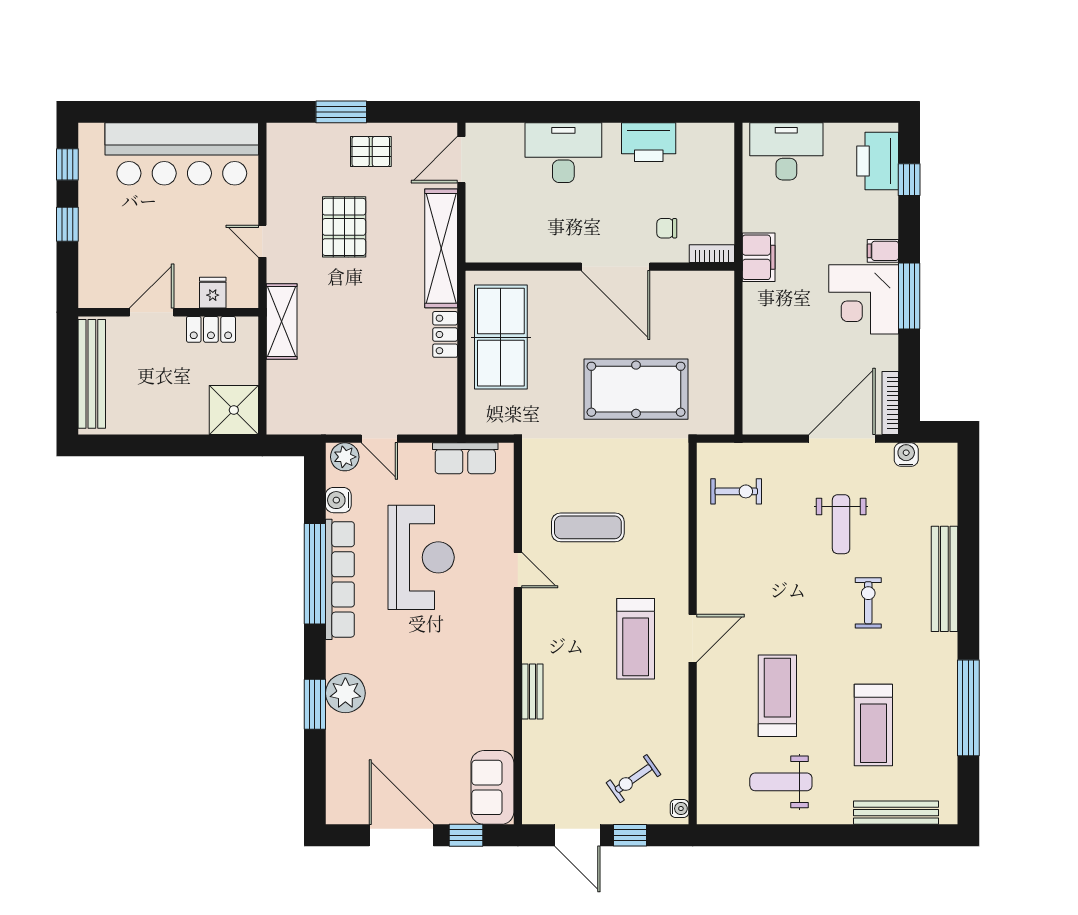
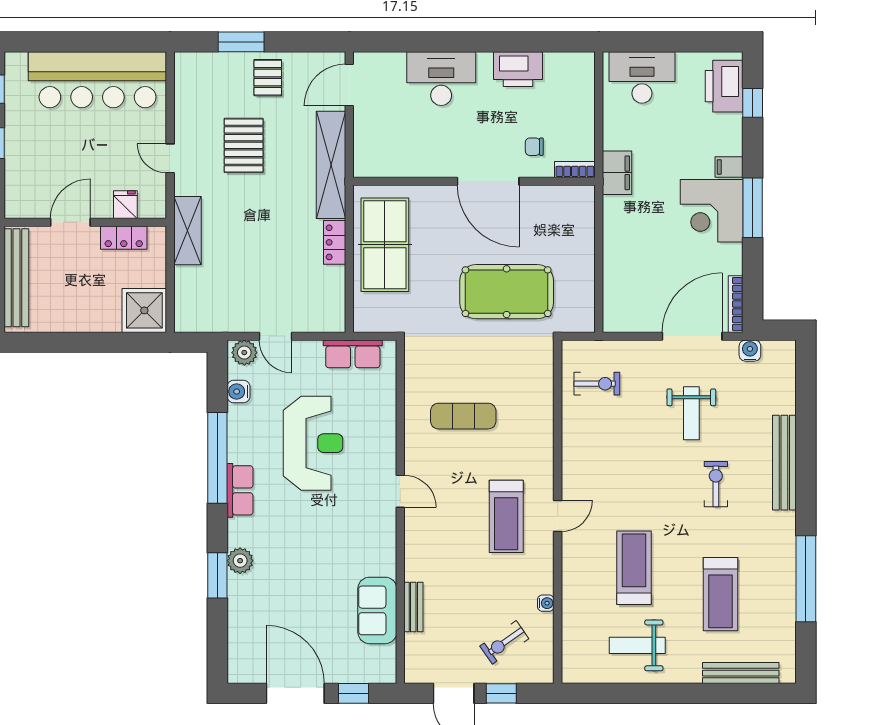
pallet: (371, 151) -> (268, 78), turned 90
door: (518, 570) -> (400, 491), moved
row of seats: (340, 579) -> (240, 490), width x0.50
door: (693, 638) -> (558, 516), width x0.73
bench: (532, 691) -> (413, 607), moved
plant: (345, 693) -> (240, 561), width x0.73, depth x0.73
sofa: (492, 787) -> (377, 610), moved
water cooler: (679, 809) -> (546, 603), moved

